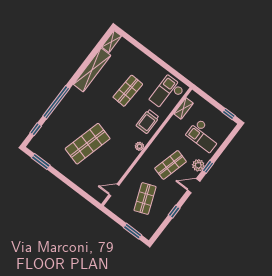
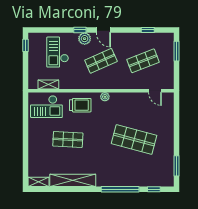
checkout: (204, 136) -> (58, 52), turned 180
shop shelf: (171, 165) -> (101, 61), turned -39
window: (174, 212) -> (148, 30), moved

